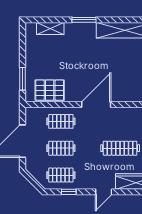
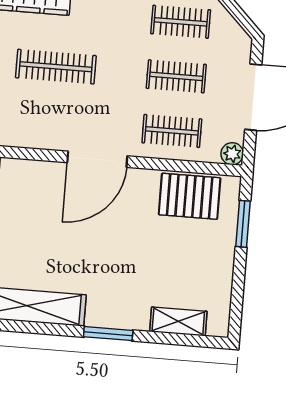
plant: (30, 113) -> (232, 154), added

